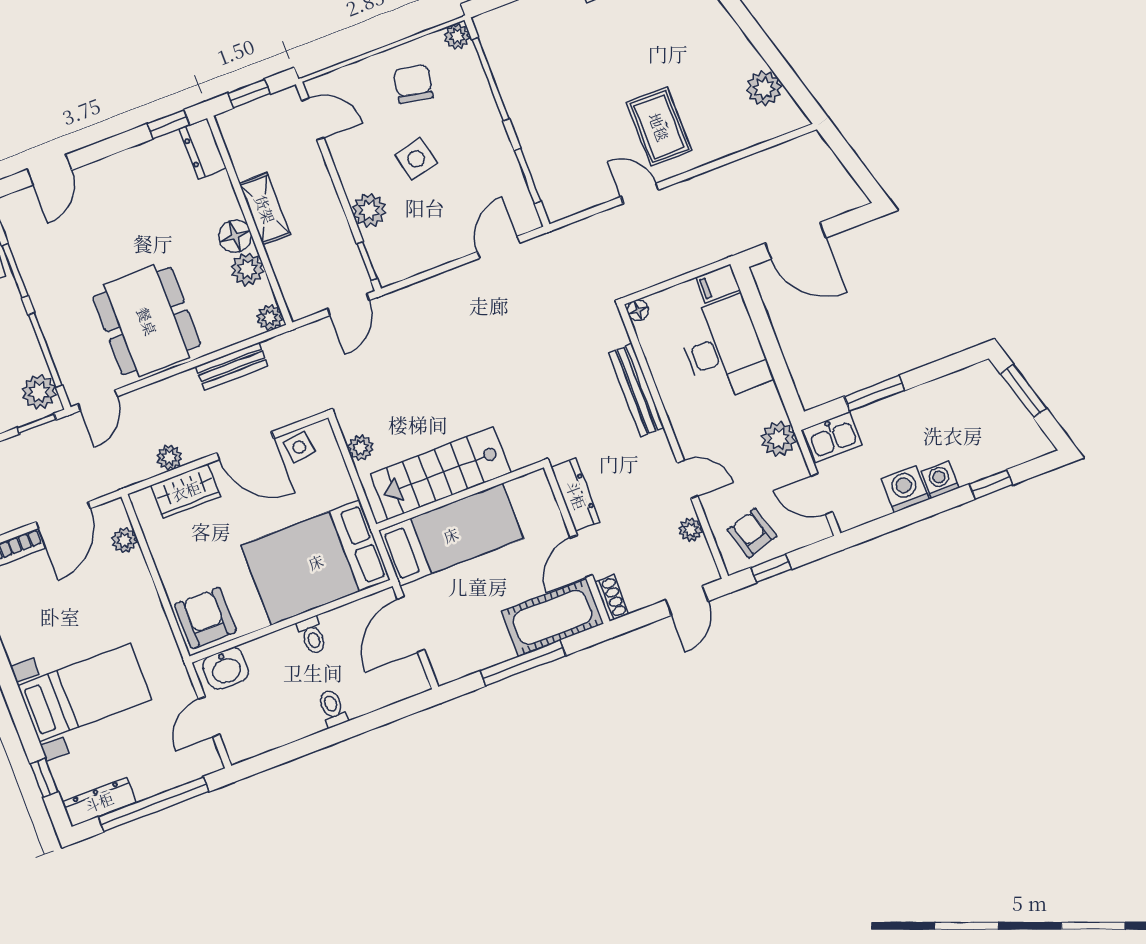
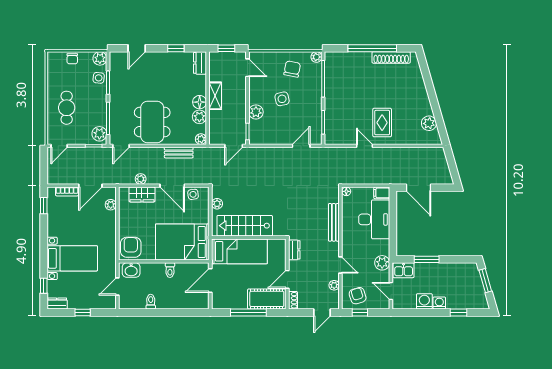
window: (168, 124) -> (176, 48), moved
dresser: (576, 495) -> (294, 250), width x0.70
toilet: (332, 708) -> (151, 302), moved
dresser: (99, 802) -> (57, 303), width x0.70
window: (154, 804) -> (83, 312), width x0.32

